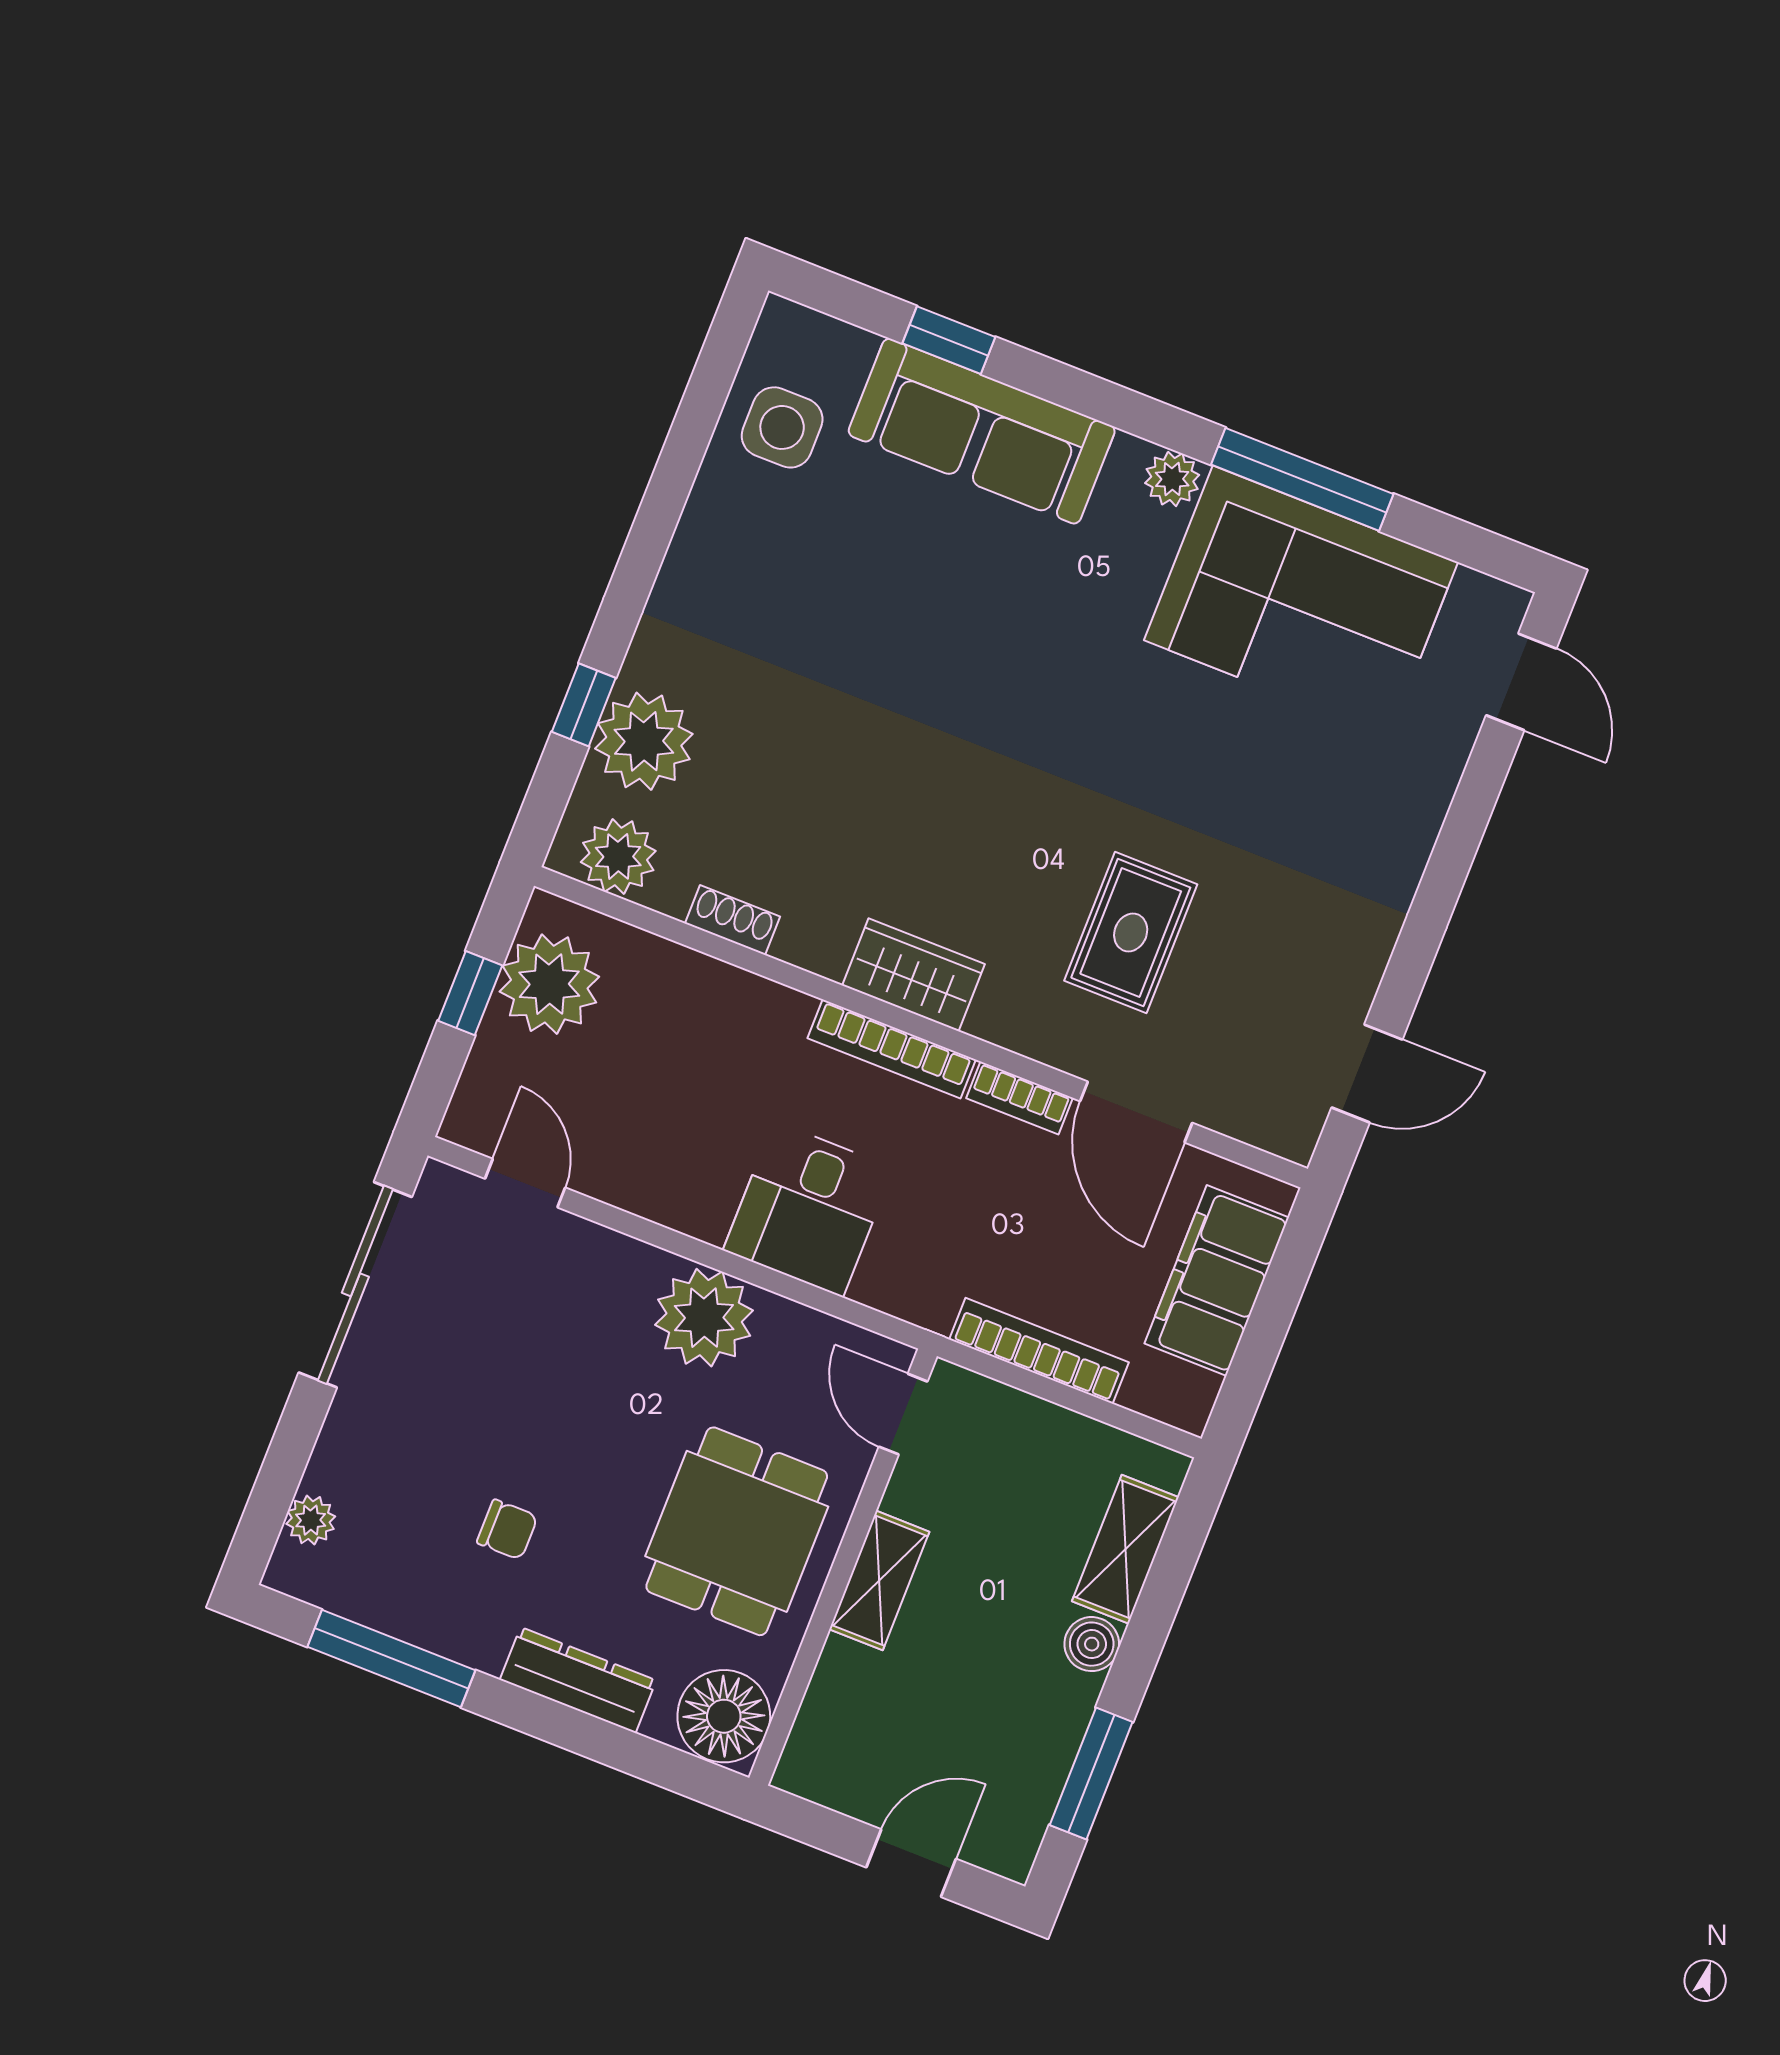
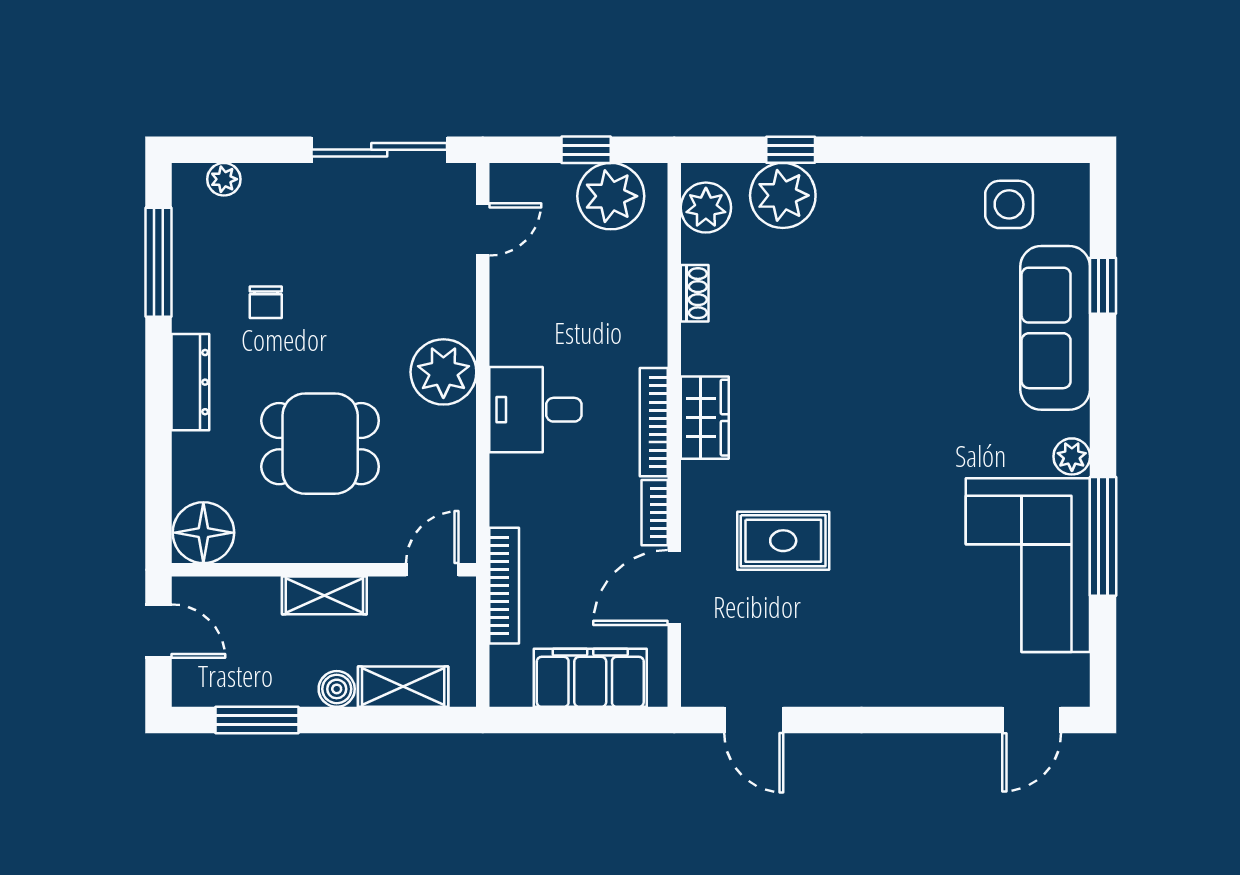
door: (903, 1414) -> (432, 570), moved
wall: (843, 1567) -> (324, 570), moved
shelving: (879, 1580) -> (324, 595), moved
floor lamp: (724, 1716) -> (203, 533), moved

